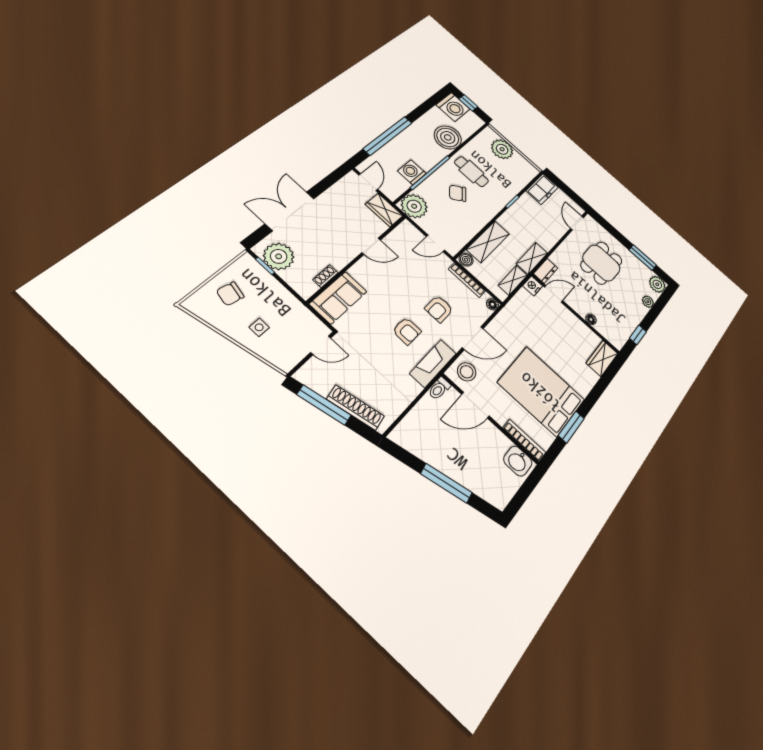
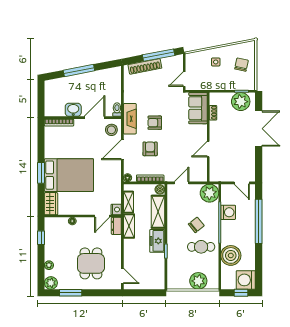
freezer: (542, 189) -> (157, 241), moved
wardrobe: (384, 210) -> (221, 175), removed
bed: (541, 391) -> (69, 175), moved
window: (571, 427) -> (41, 173), moved
washbasin: (518, 461) -> (73, 110), moved

